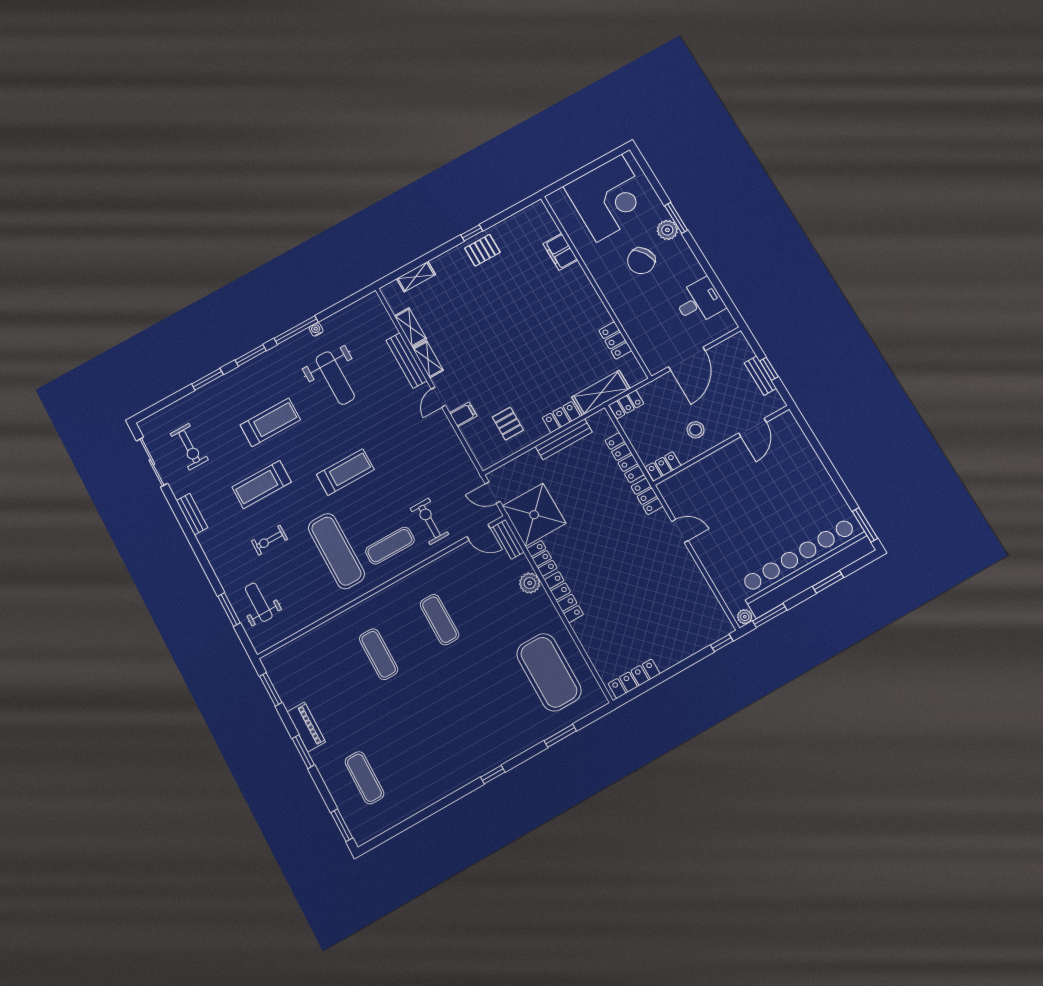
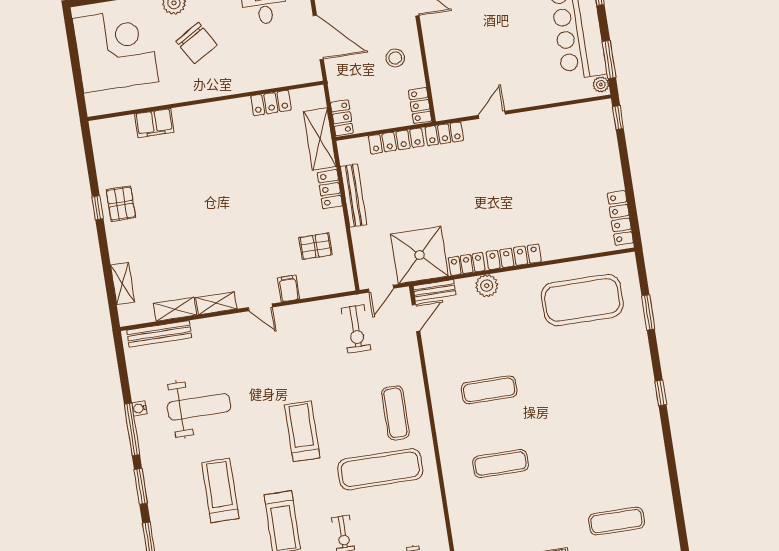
bench: (406, 361) -> (159, 334), moved
exercise bike: (429, 521) -> (356, 329), moved, turned -90

